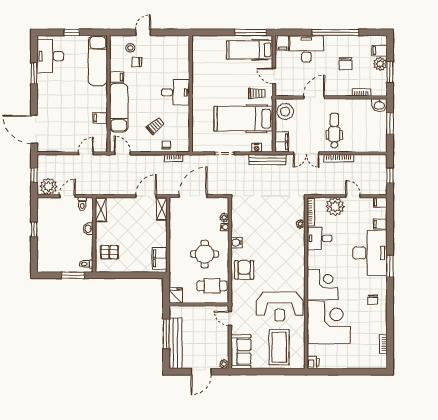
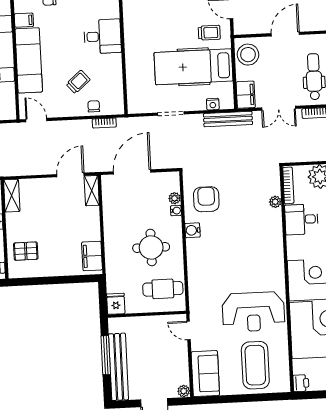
armchair: (244, 270) -> (206, 199), moved

